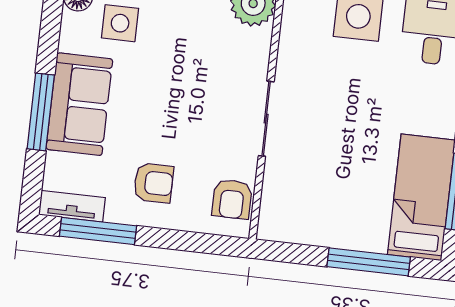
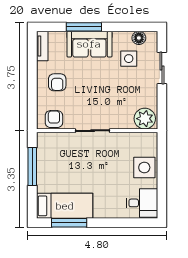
armchair: (232, 199) -> (54, 119), turned 90
window: (98, 231) -> (32, 59), removed
window: (369, 262) -> (32, 166), moved

